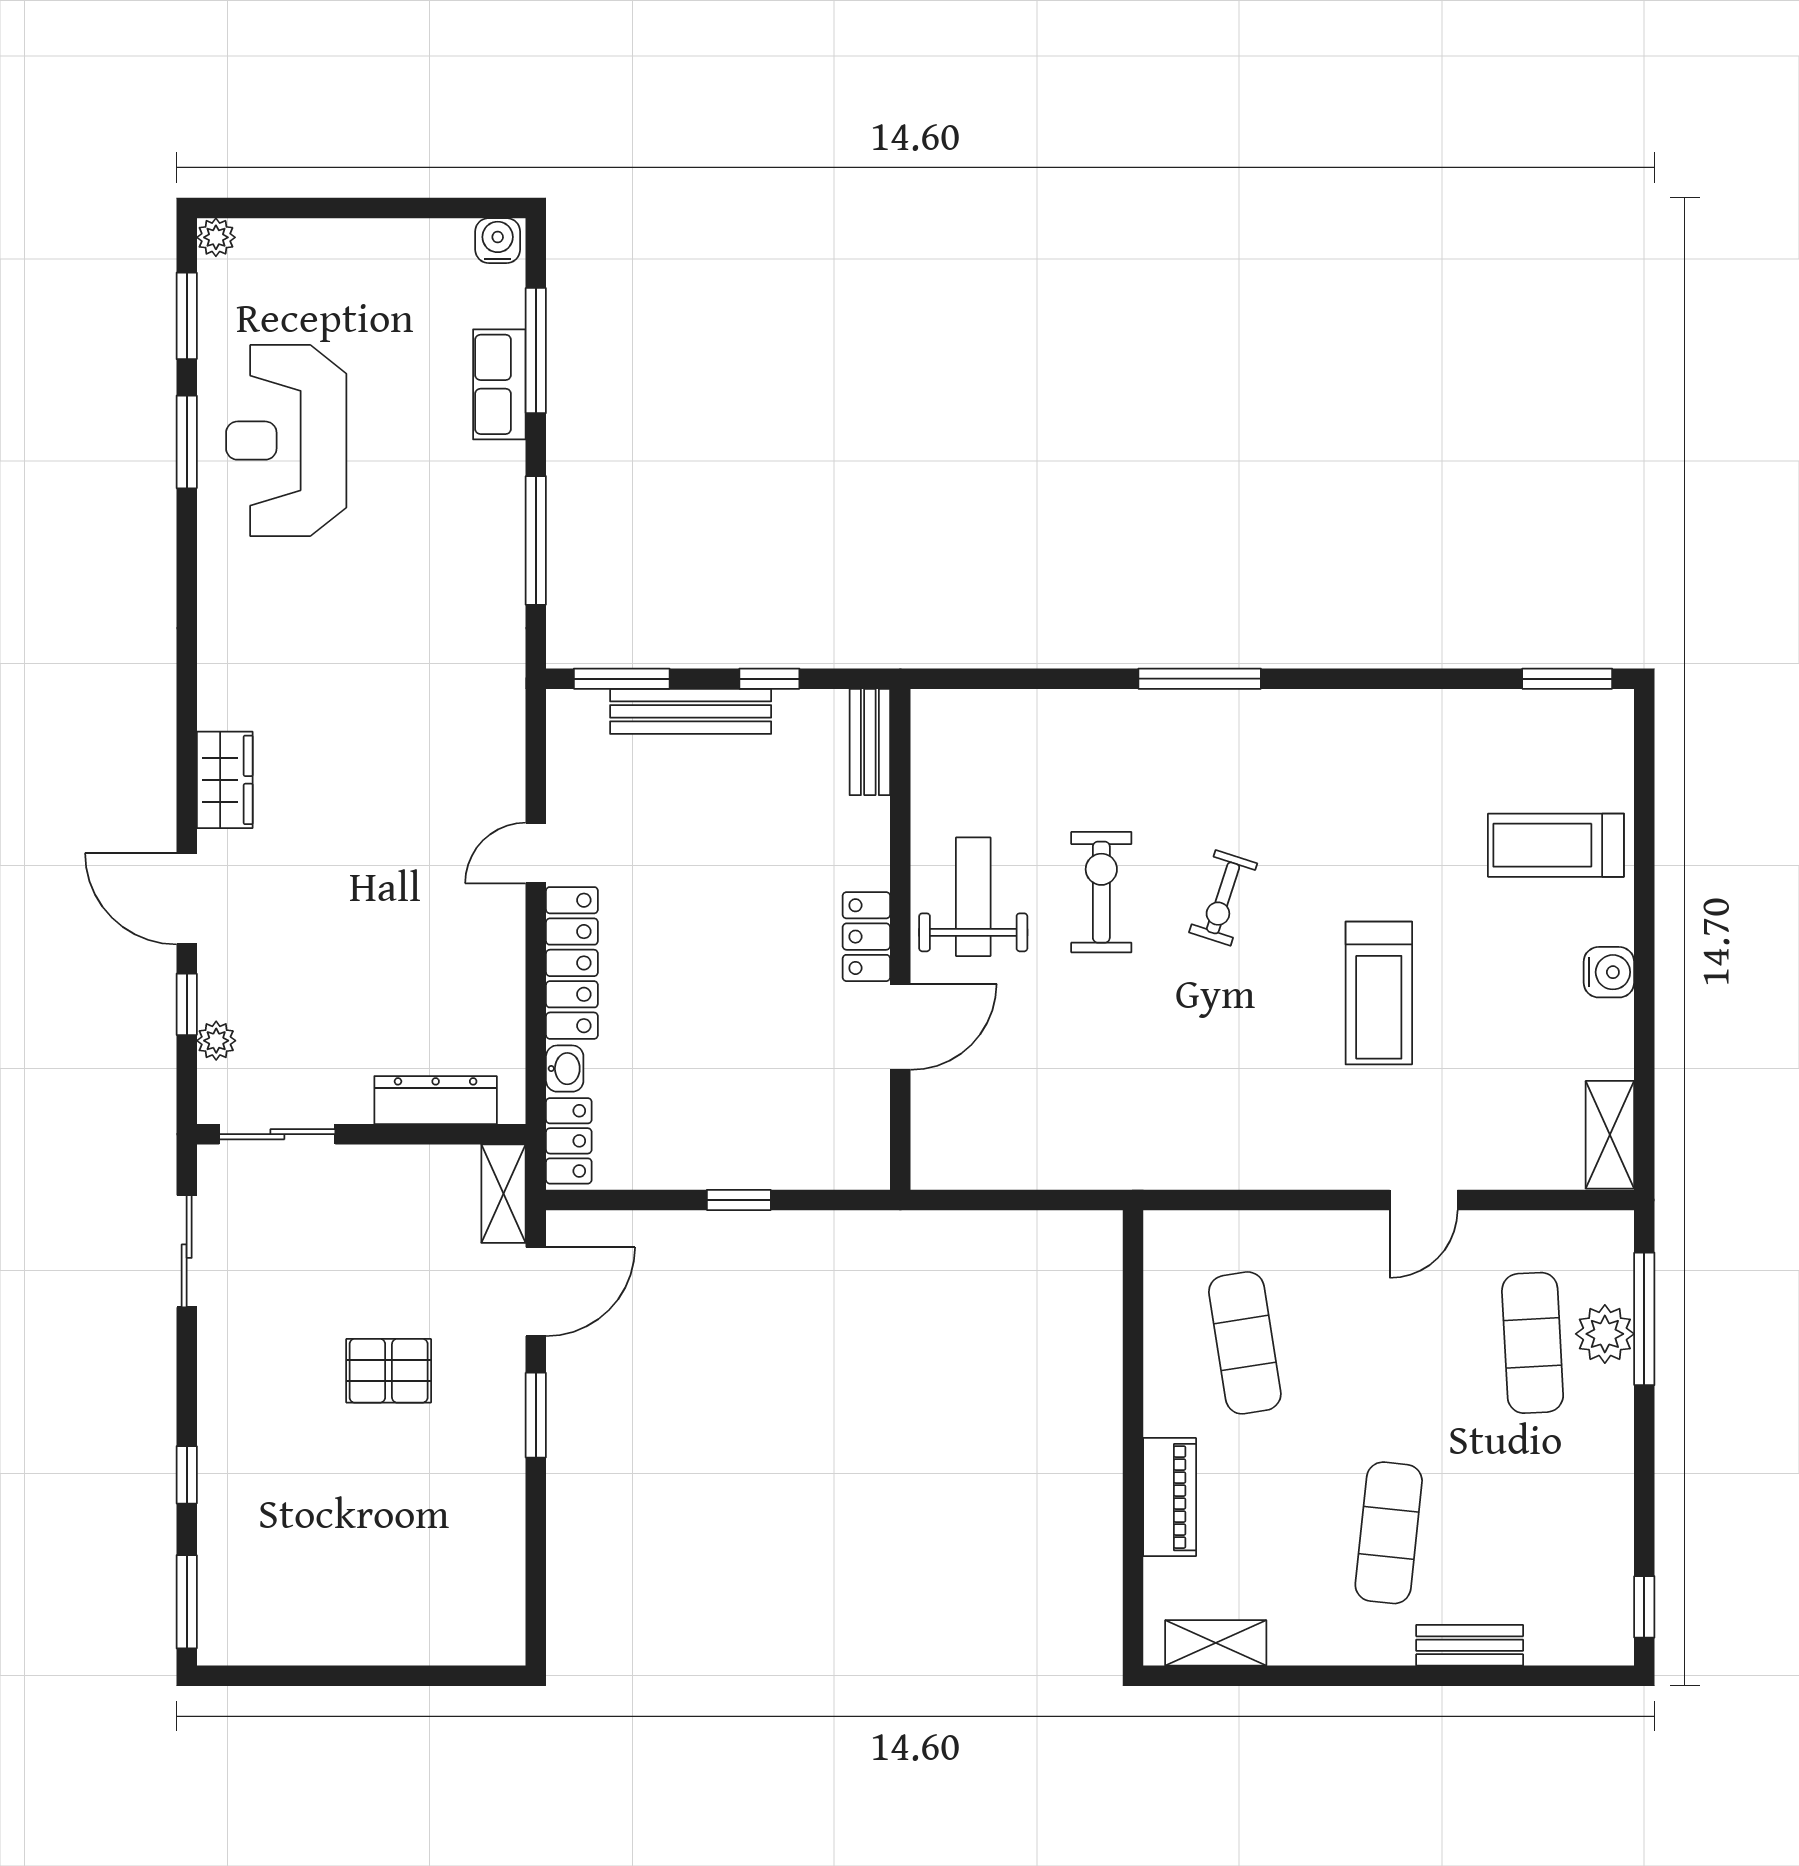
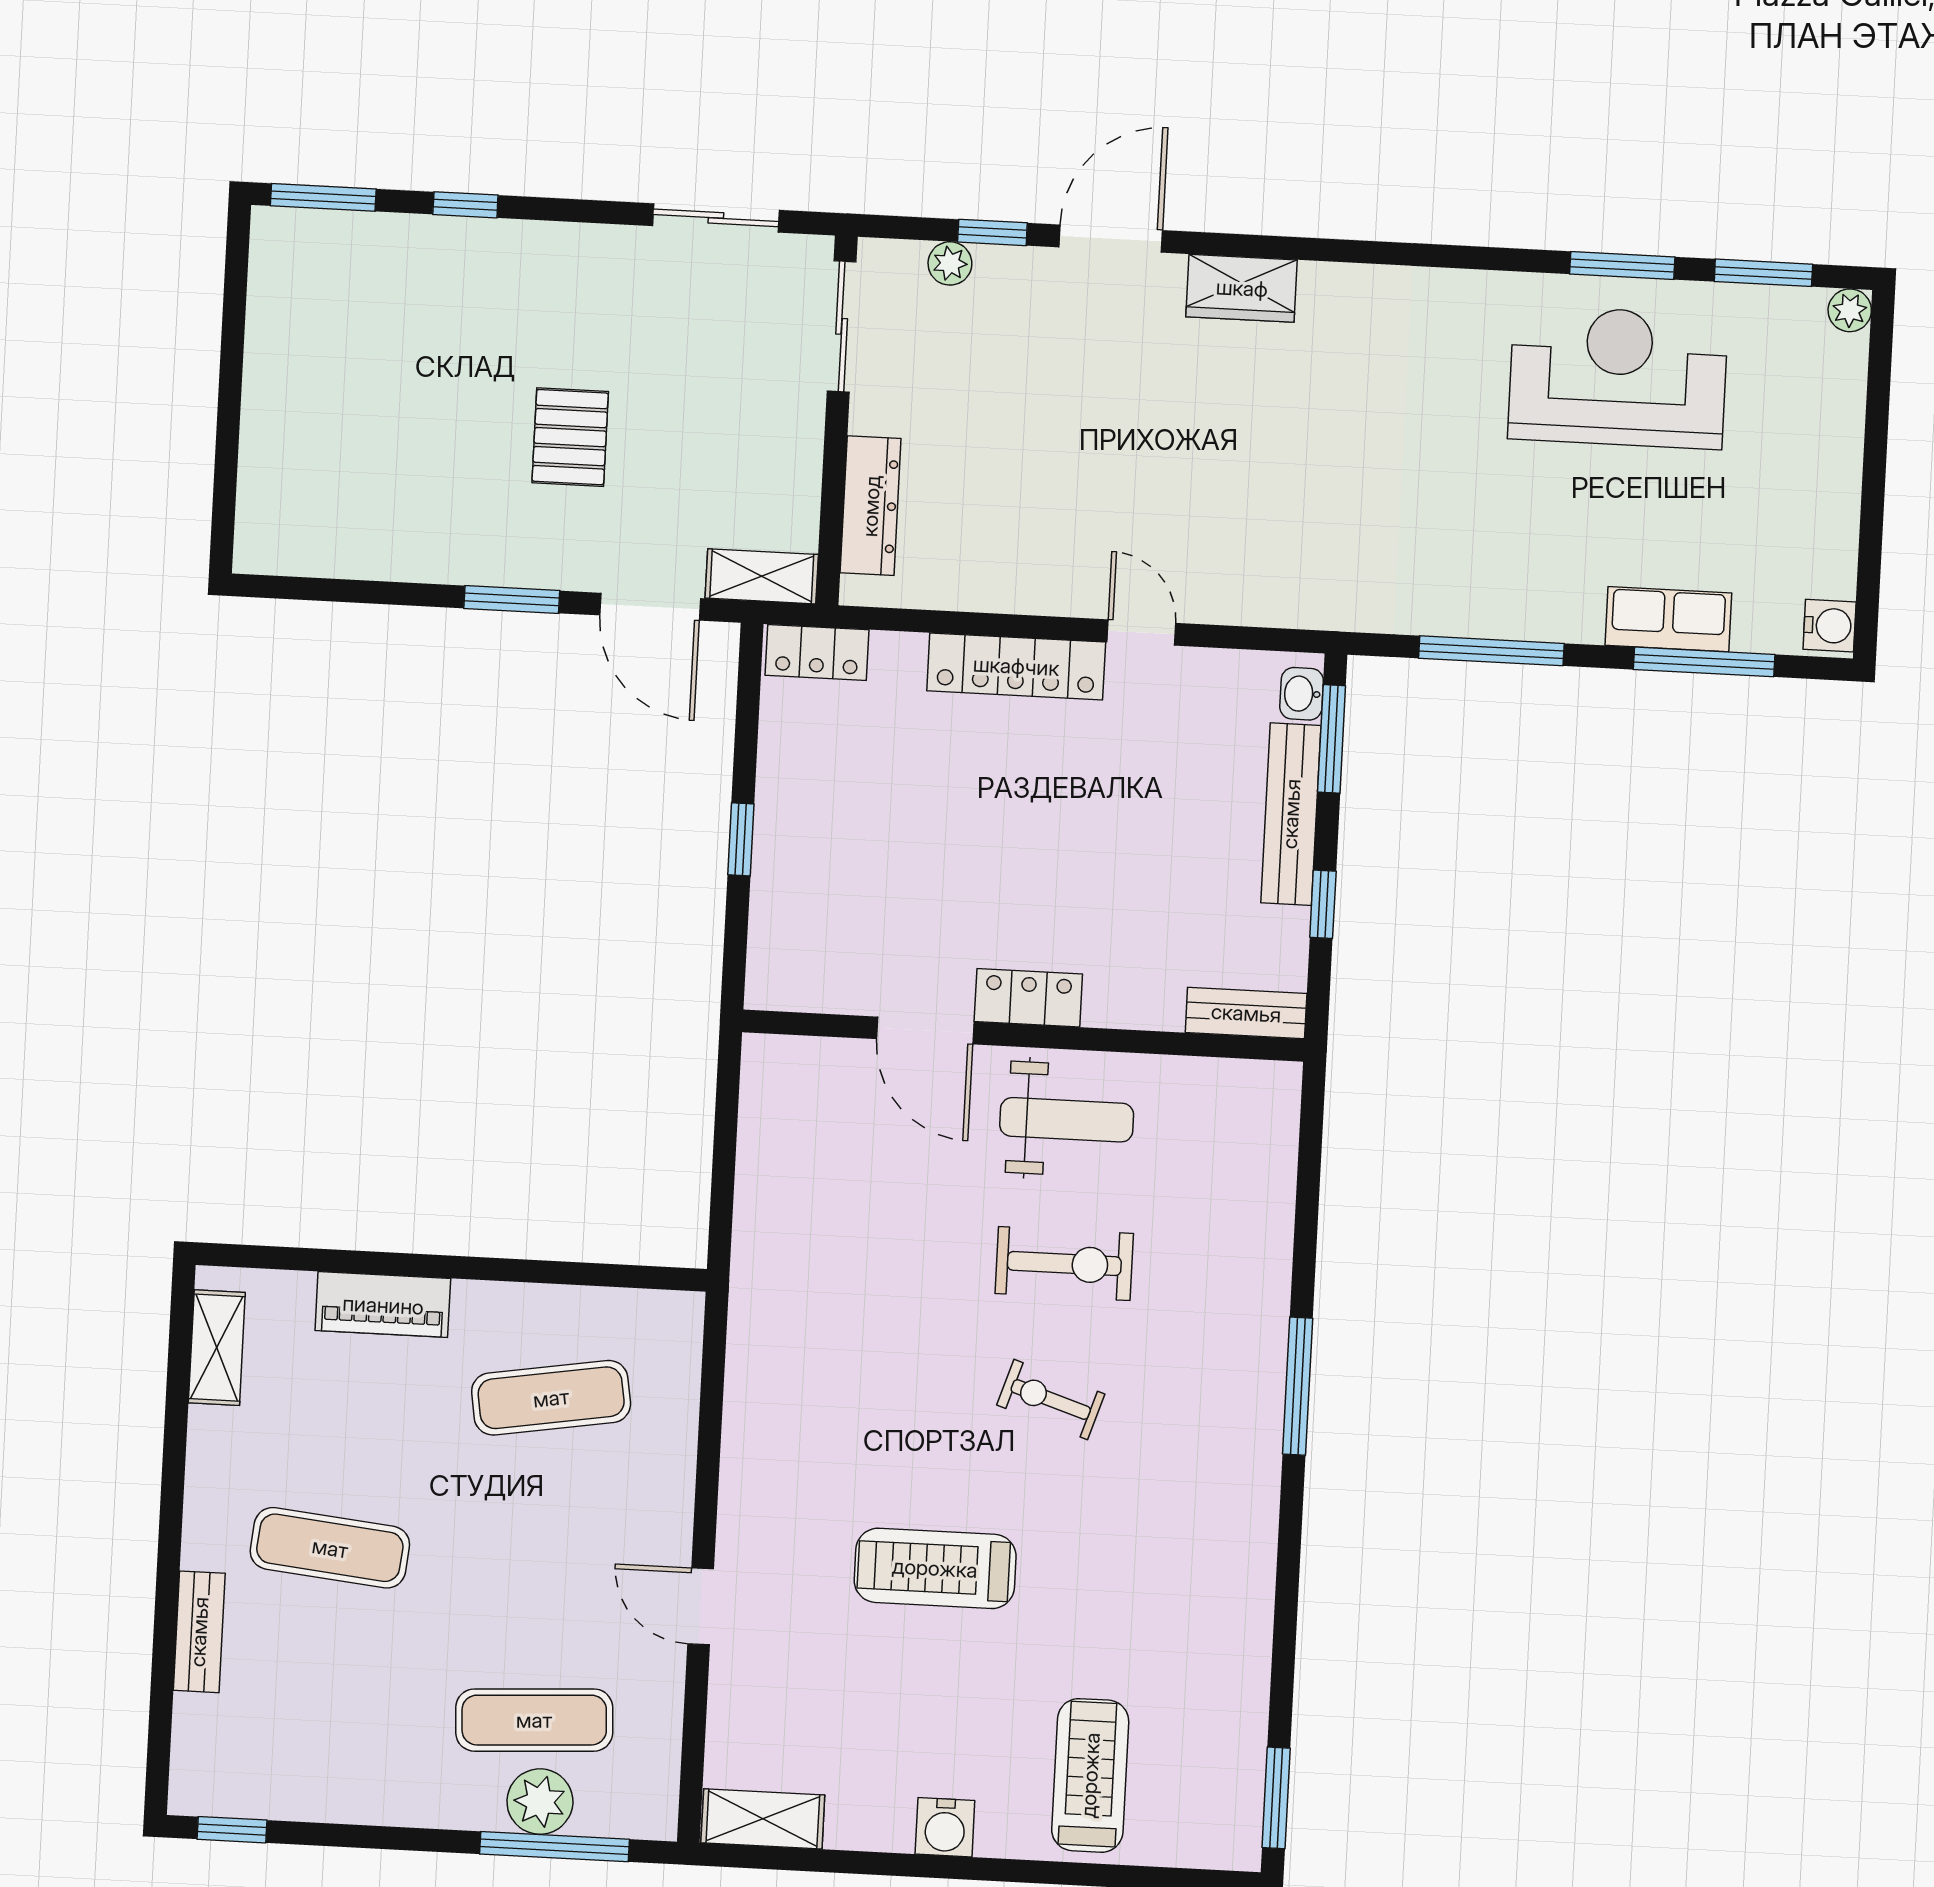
washbasin: (565, 1069) -> (1302, 694), moved, turned 90

